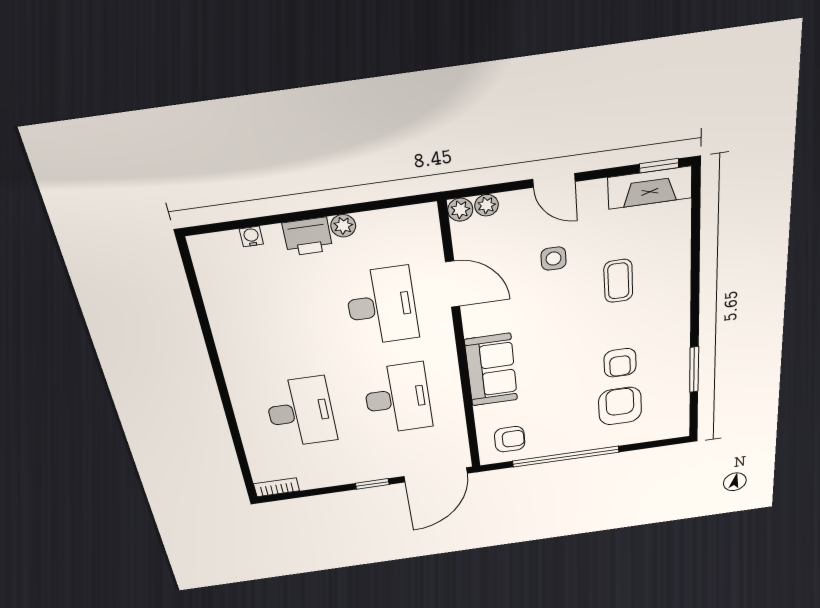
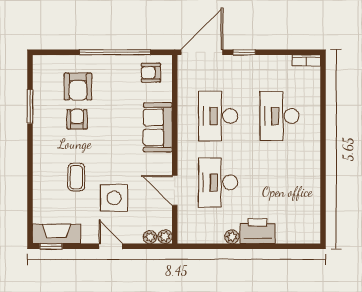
water cooler: (251, 237) -> (284, 238), removed
printer: (308, 237) -> (258, 231), width x1.37, depth x1.19
side table: (554, 259) -> (114, 198), width x1.87, depth x1.87

